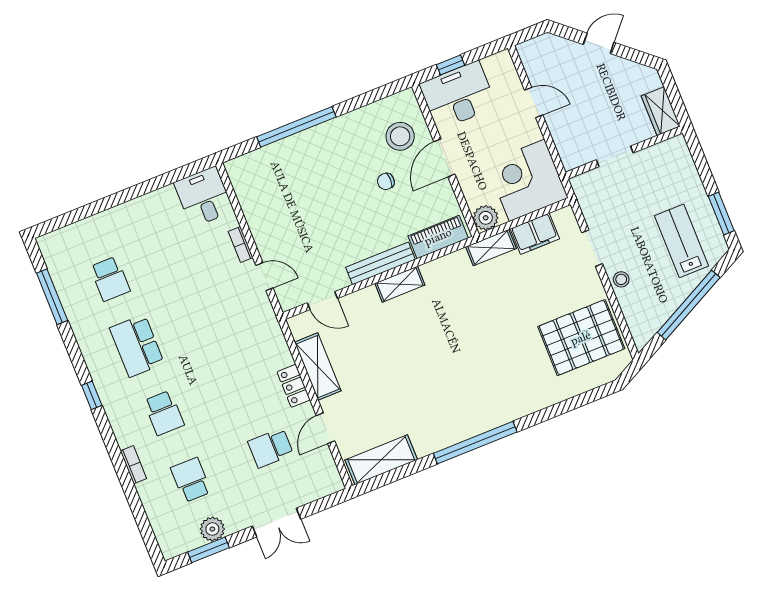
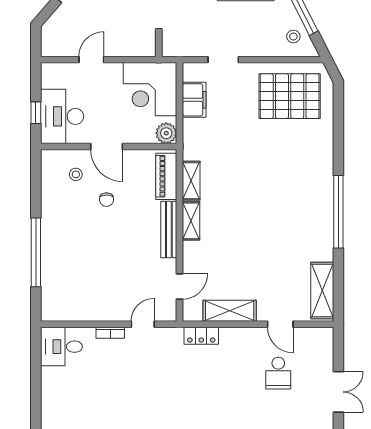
stool: (400, 136) -> (76, 174), width x0.53, depth x0.53
shelving: (491, 248) -> (191, 181), moved
stool: (621, 279) -> (293, 37), moved
pallet: (581, 338) -> (290, 96), turned 90
locker: (294, 386) -> (201, 336), moved

